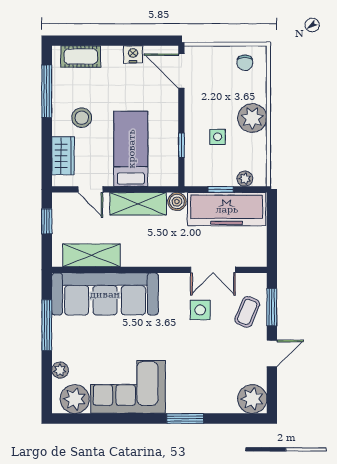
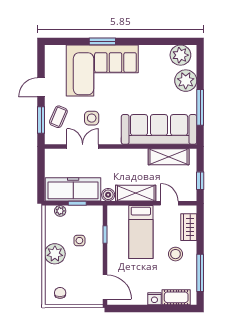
nightstand: (133, 54) -> (154, 299), moved
plant: (60, 370) -> (186, 81), width x1.87, depth x1.87
corner sofa: (128, 387) -> (102, 70), moved, width x1.36, depth x1.36
plant: (252, 399) -> (55, 55), removed

